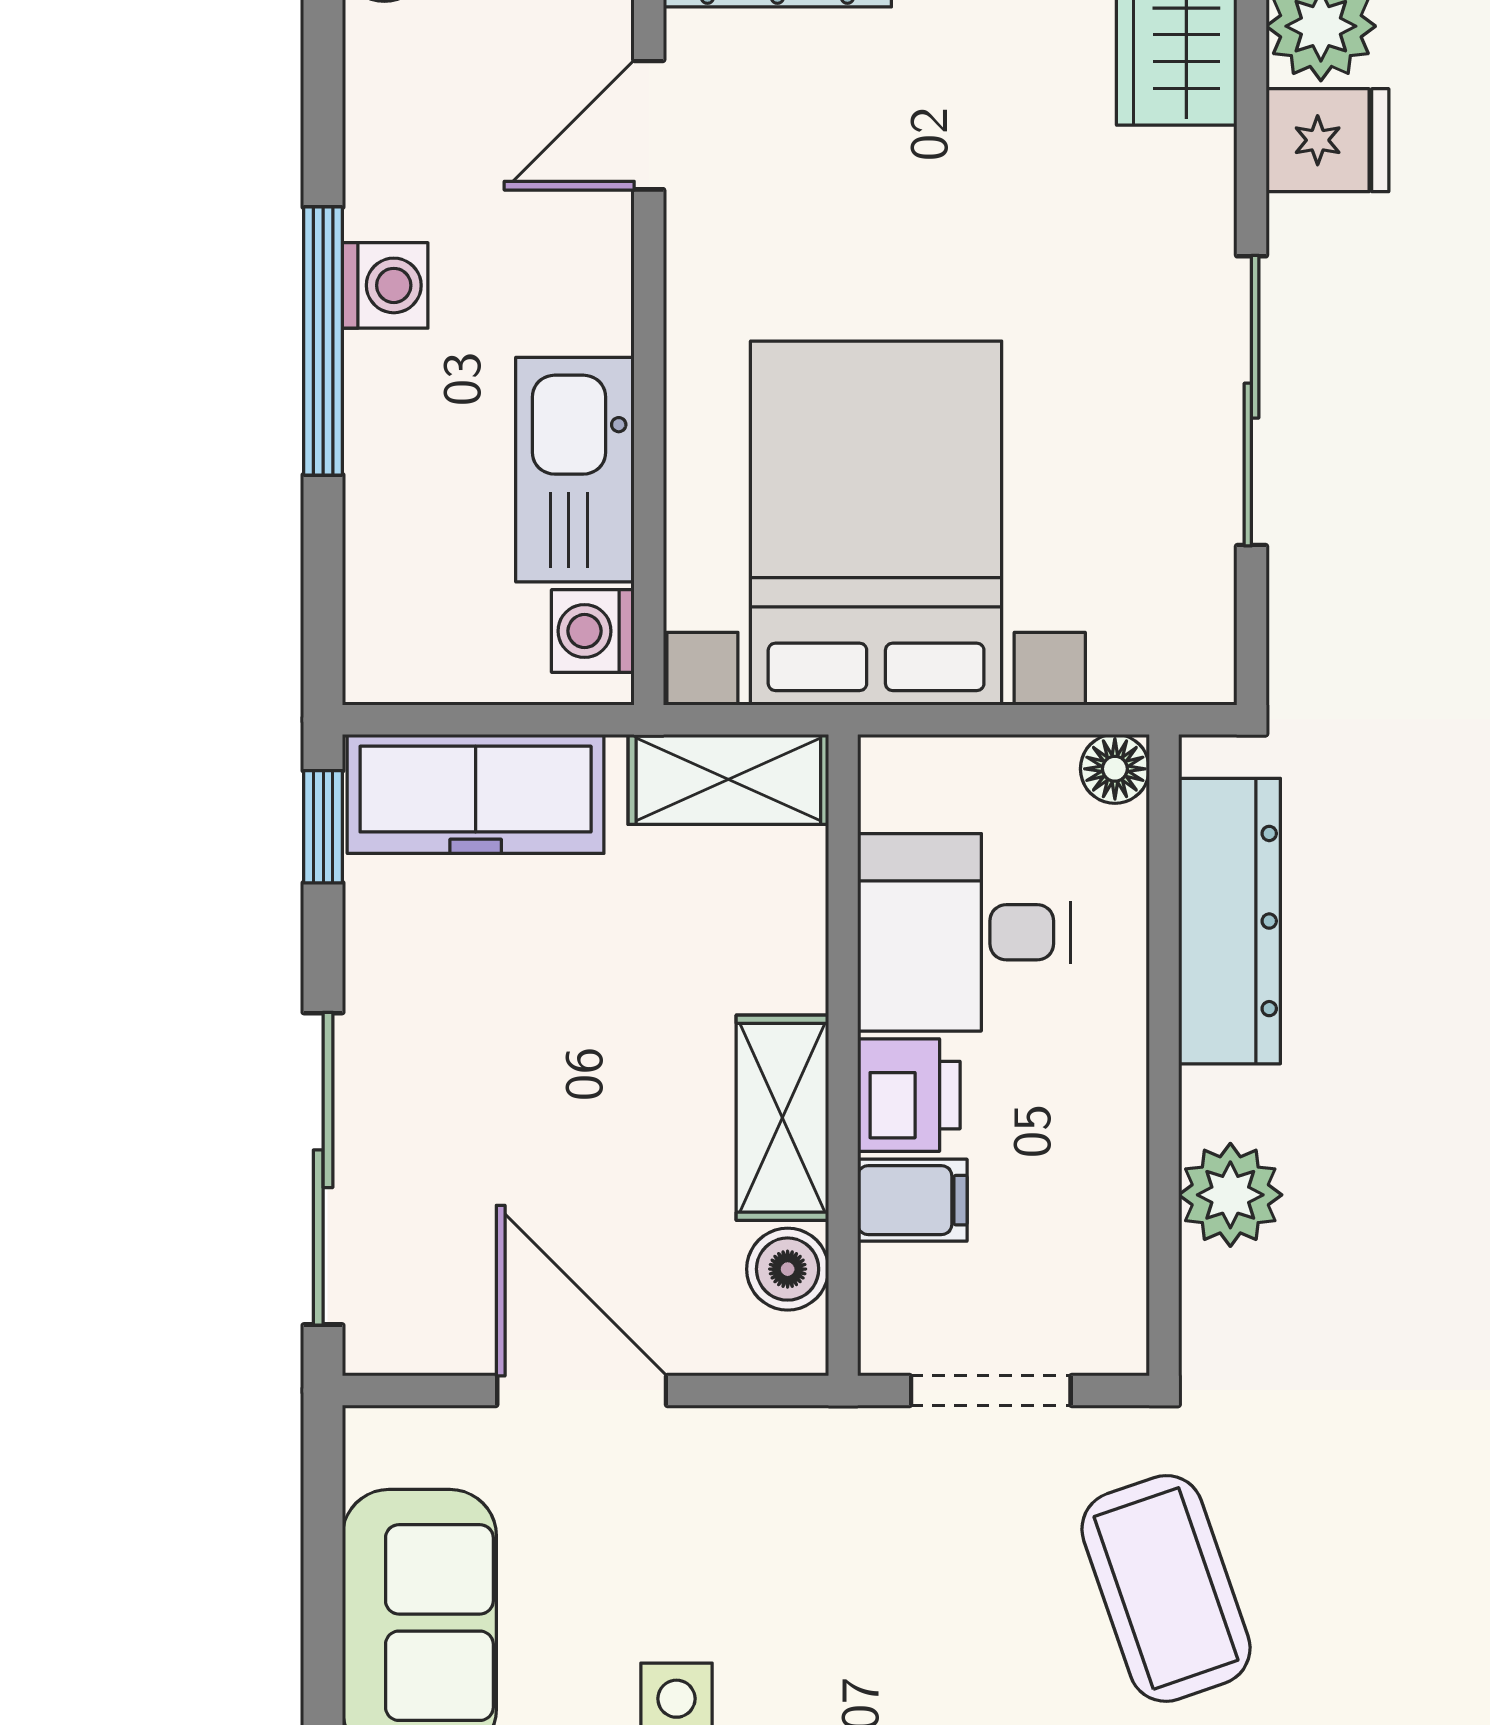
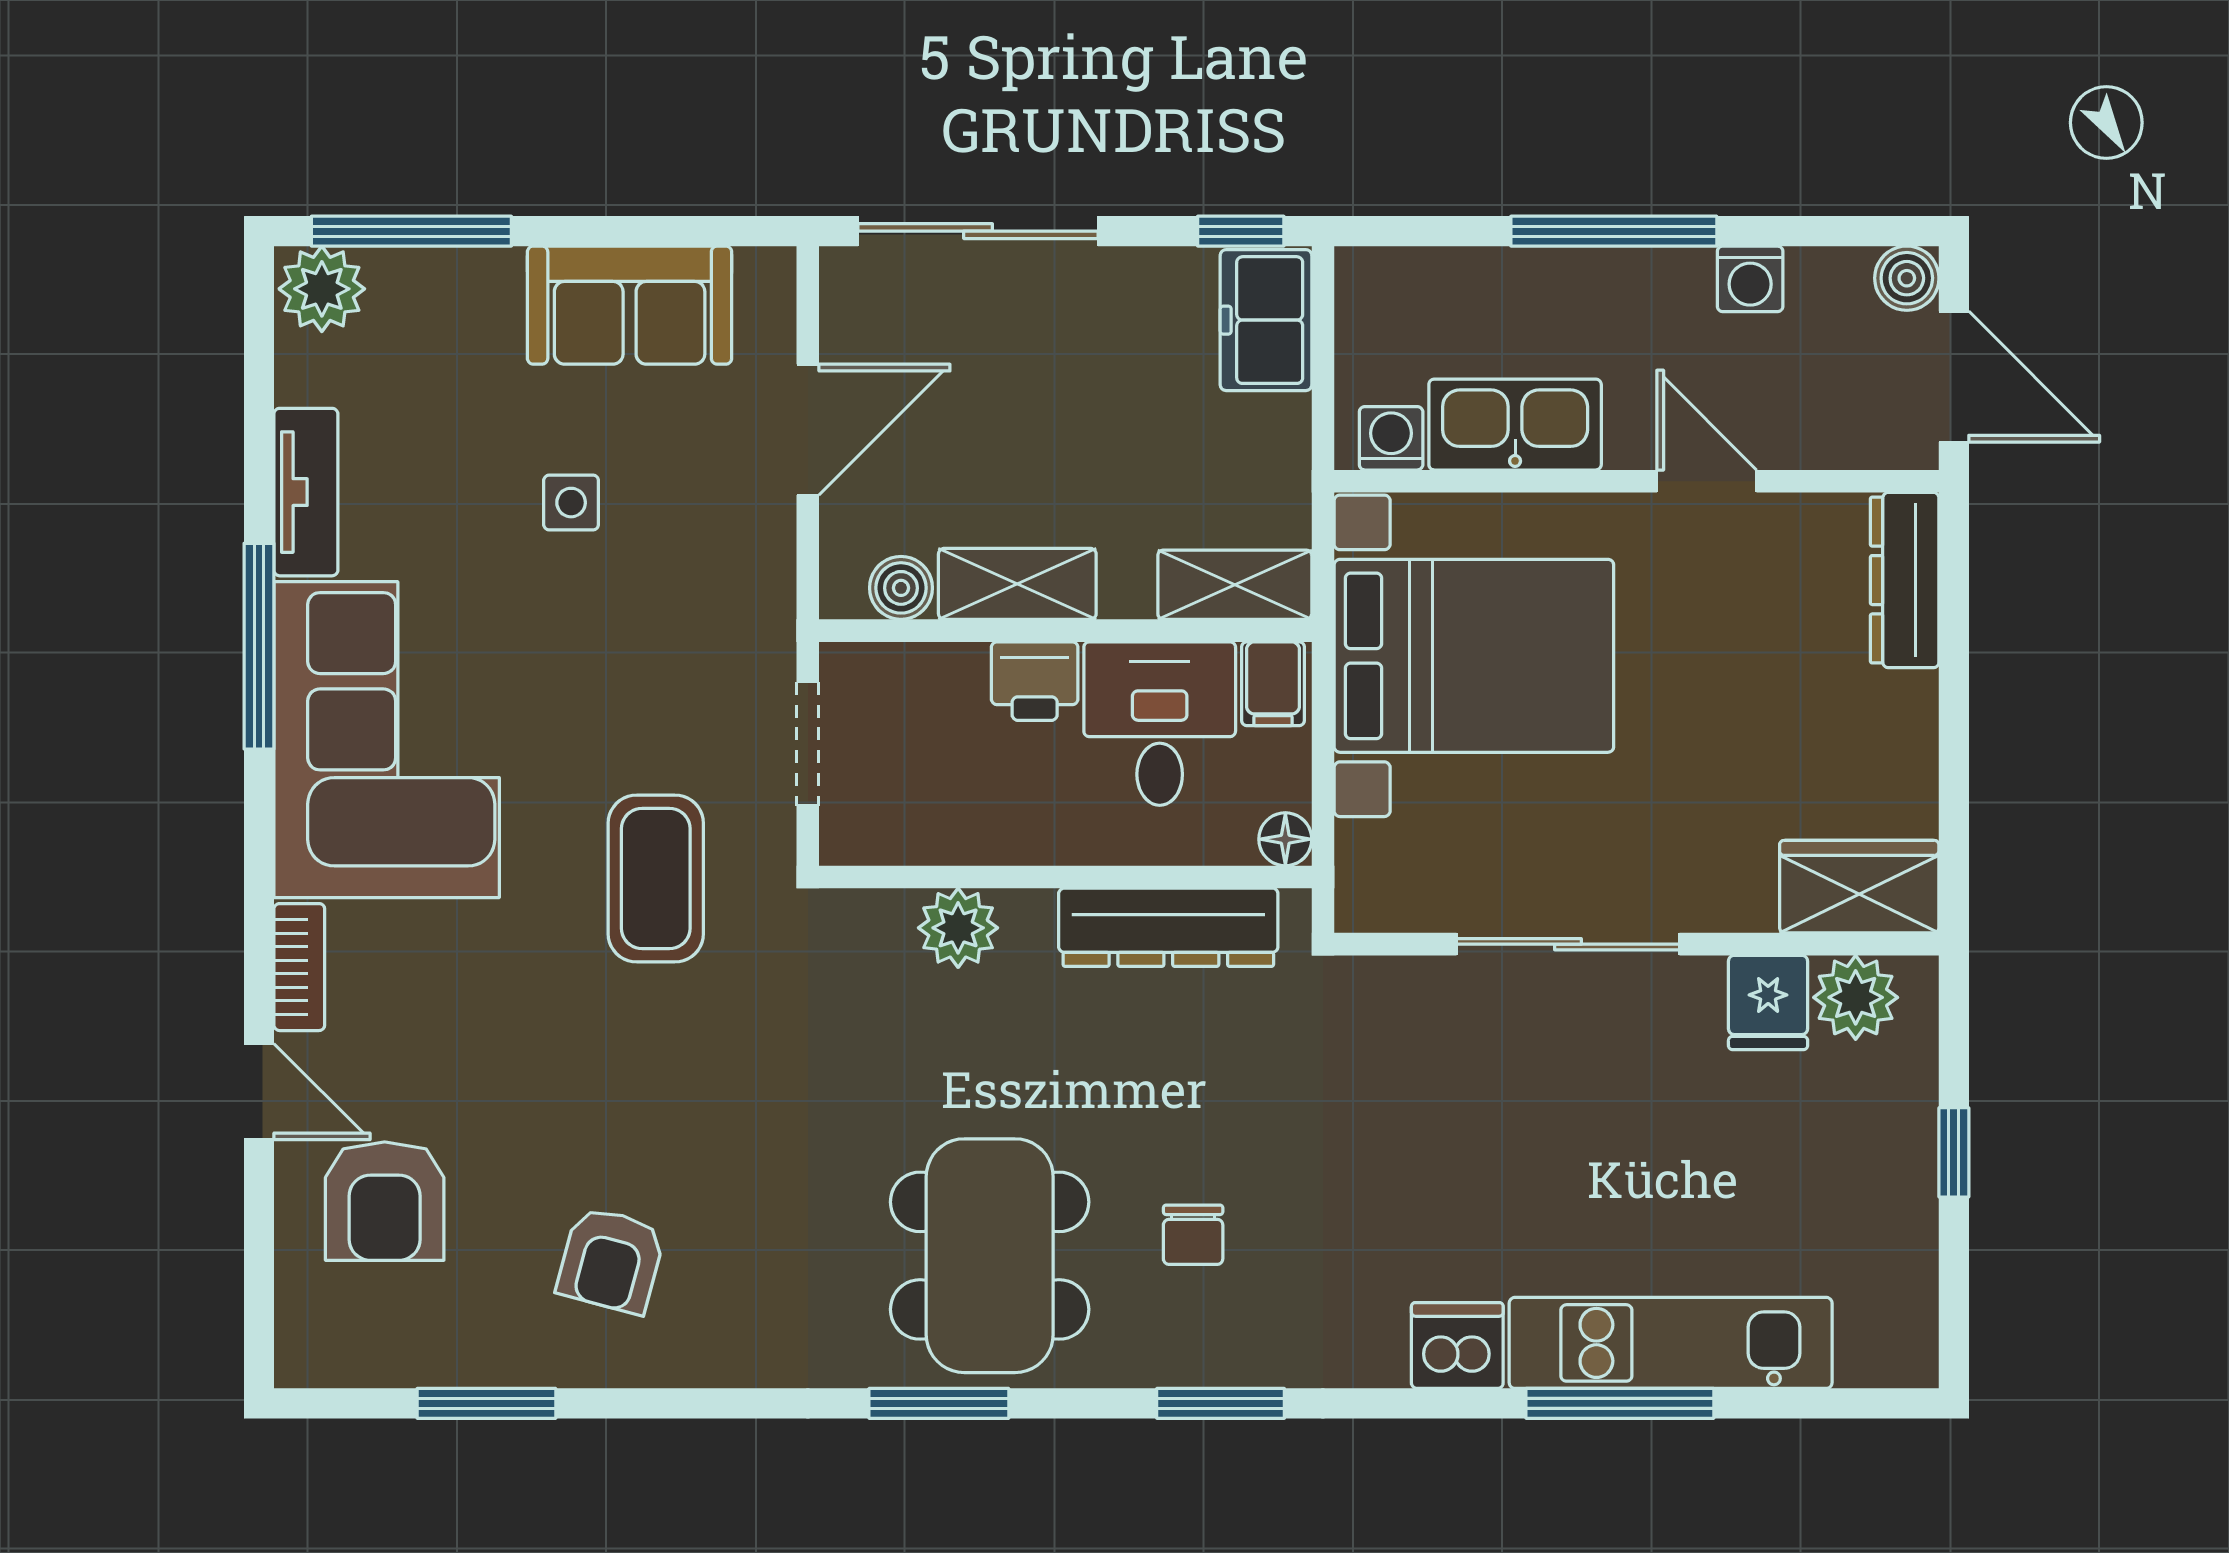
door: (649, 125) -> (1707, 481), moved
washing machine: (385, 285) -> (1750, 279), moved
shelving: (728, 779) -> (1235, 585), moved, turned 90
freezer: (476, 794) -> (1266, 320), width x0.71
filing cabinet: (912, 1200) -> (1273, 684), moved
coffee table: (1166, 1588) -> (656, 878), turned -71

